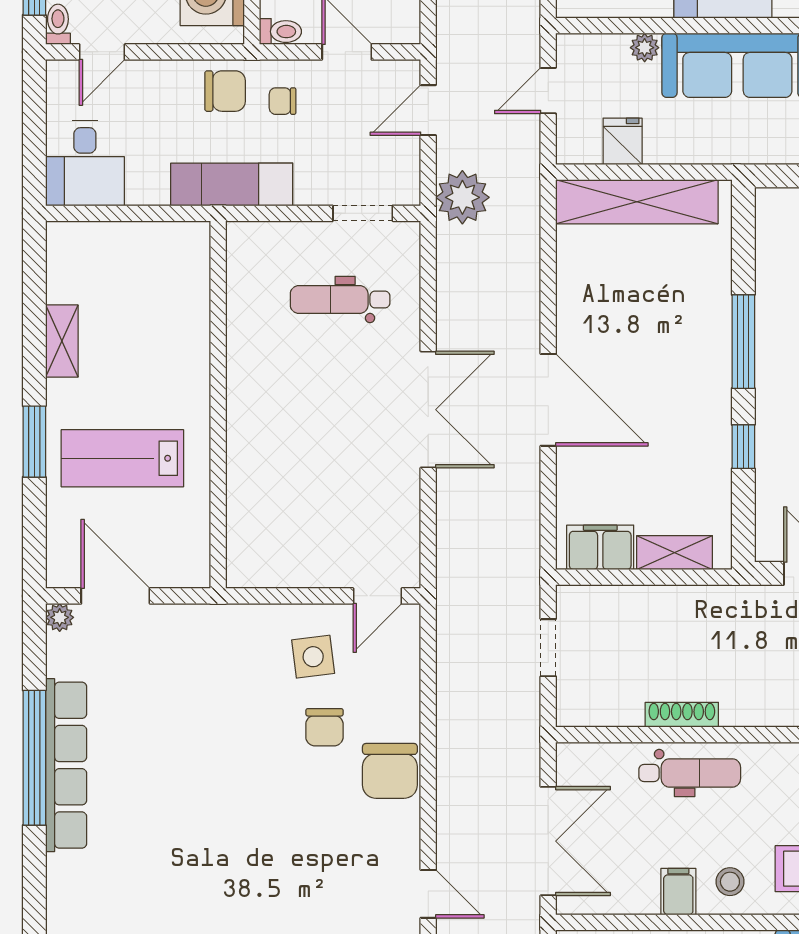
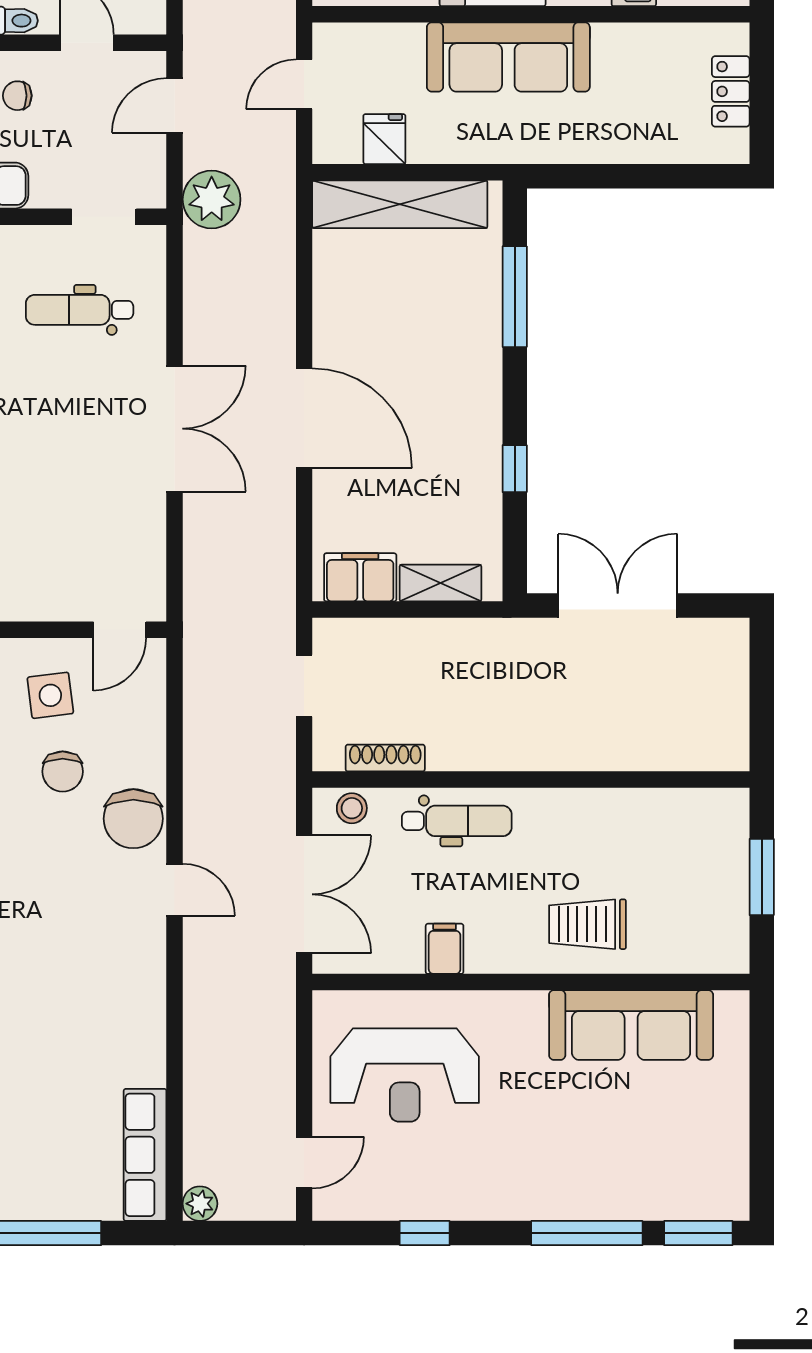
plant: (645, 48) -> (408, 38), removed
window: (743, 342) -> (515, 297), moved
shoe rack: (682, 715) -> (385, 758), moved
stool: (730, 882) -> (352, 808), moved
door: (428, 894) -> (175, 890), moved

